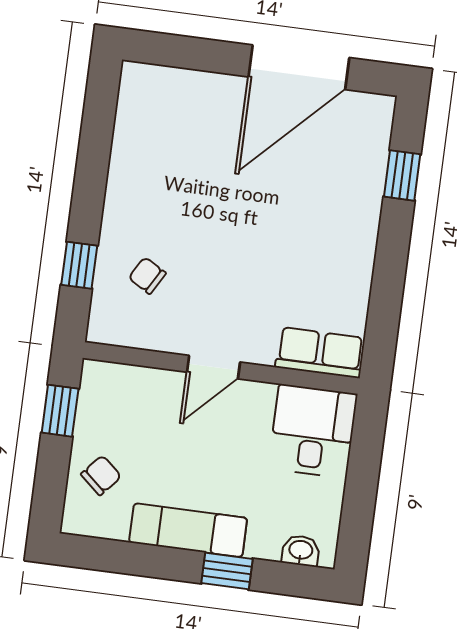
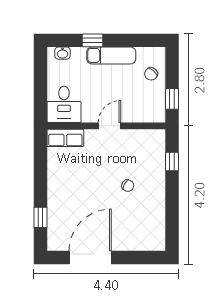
chair: (147, 276) -> (128, 186), moved

